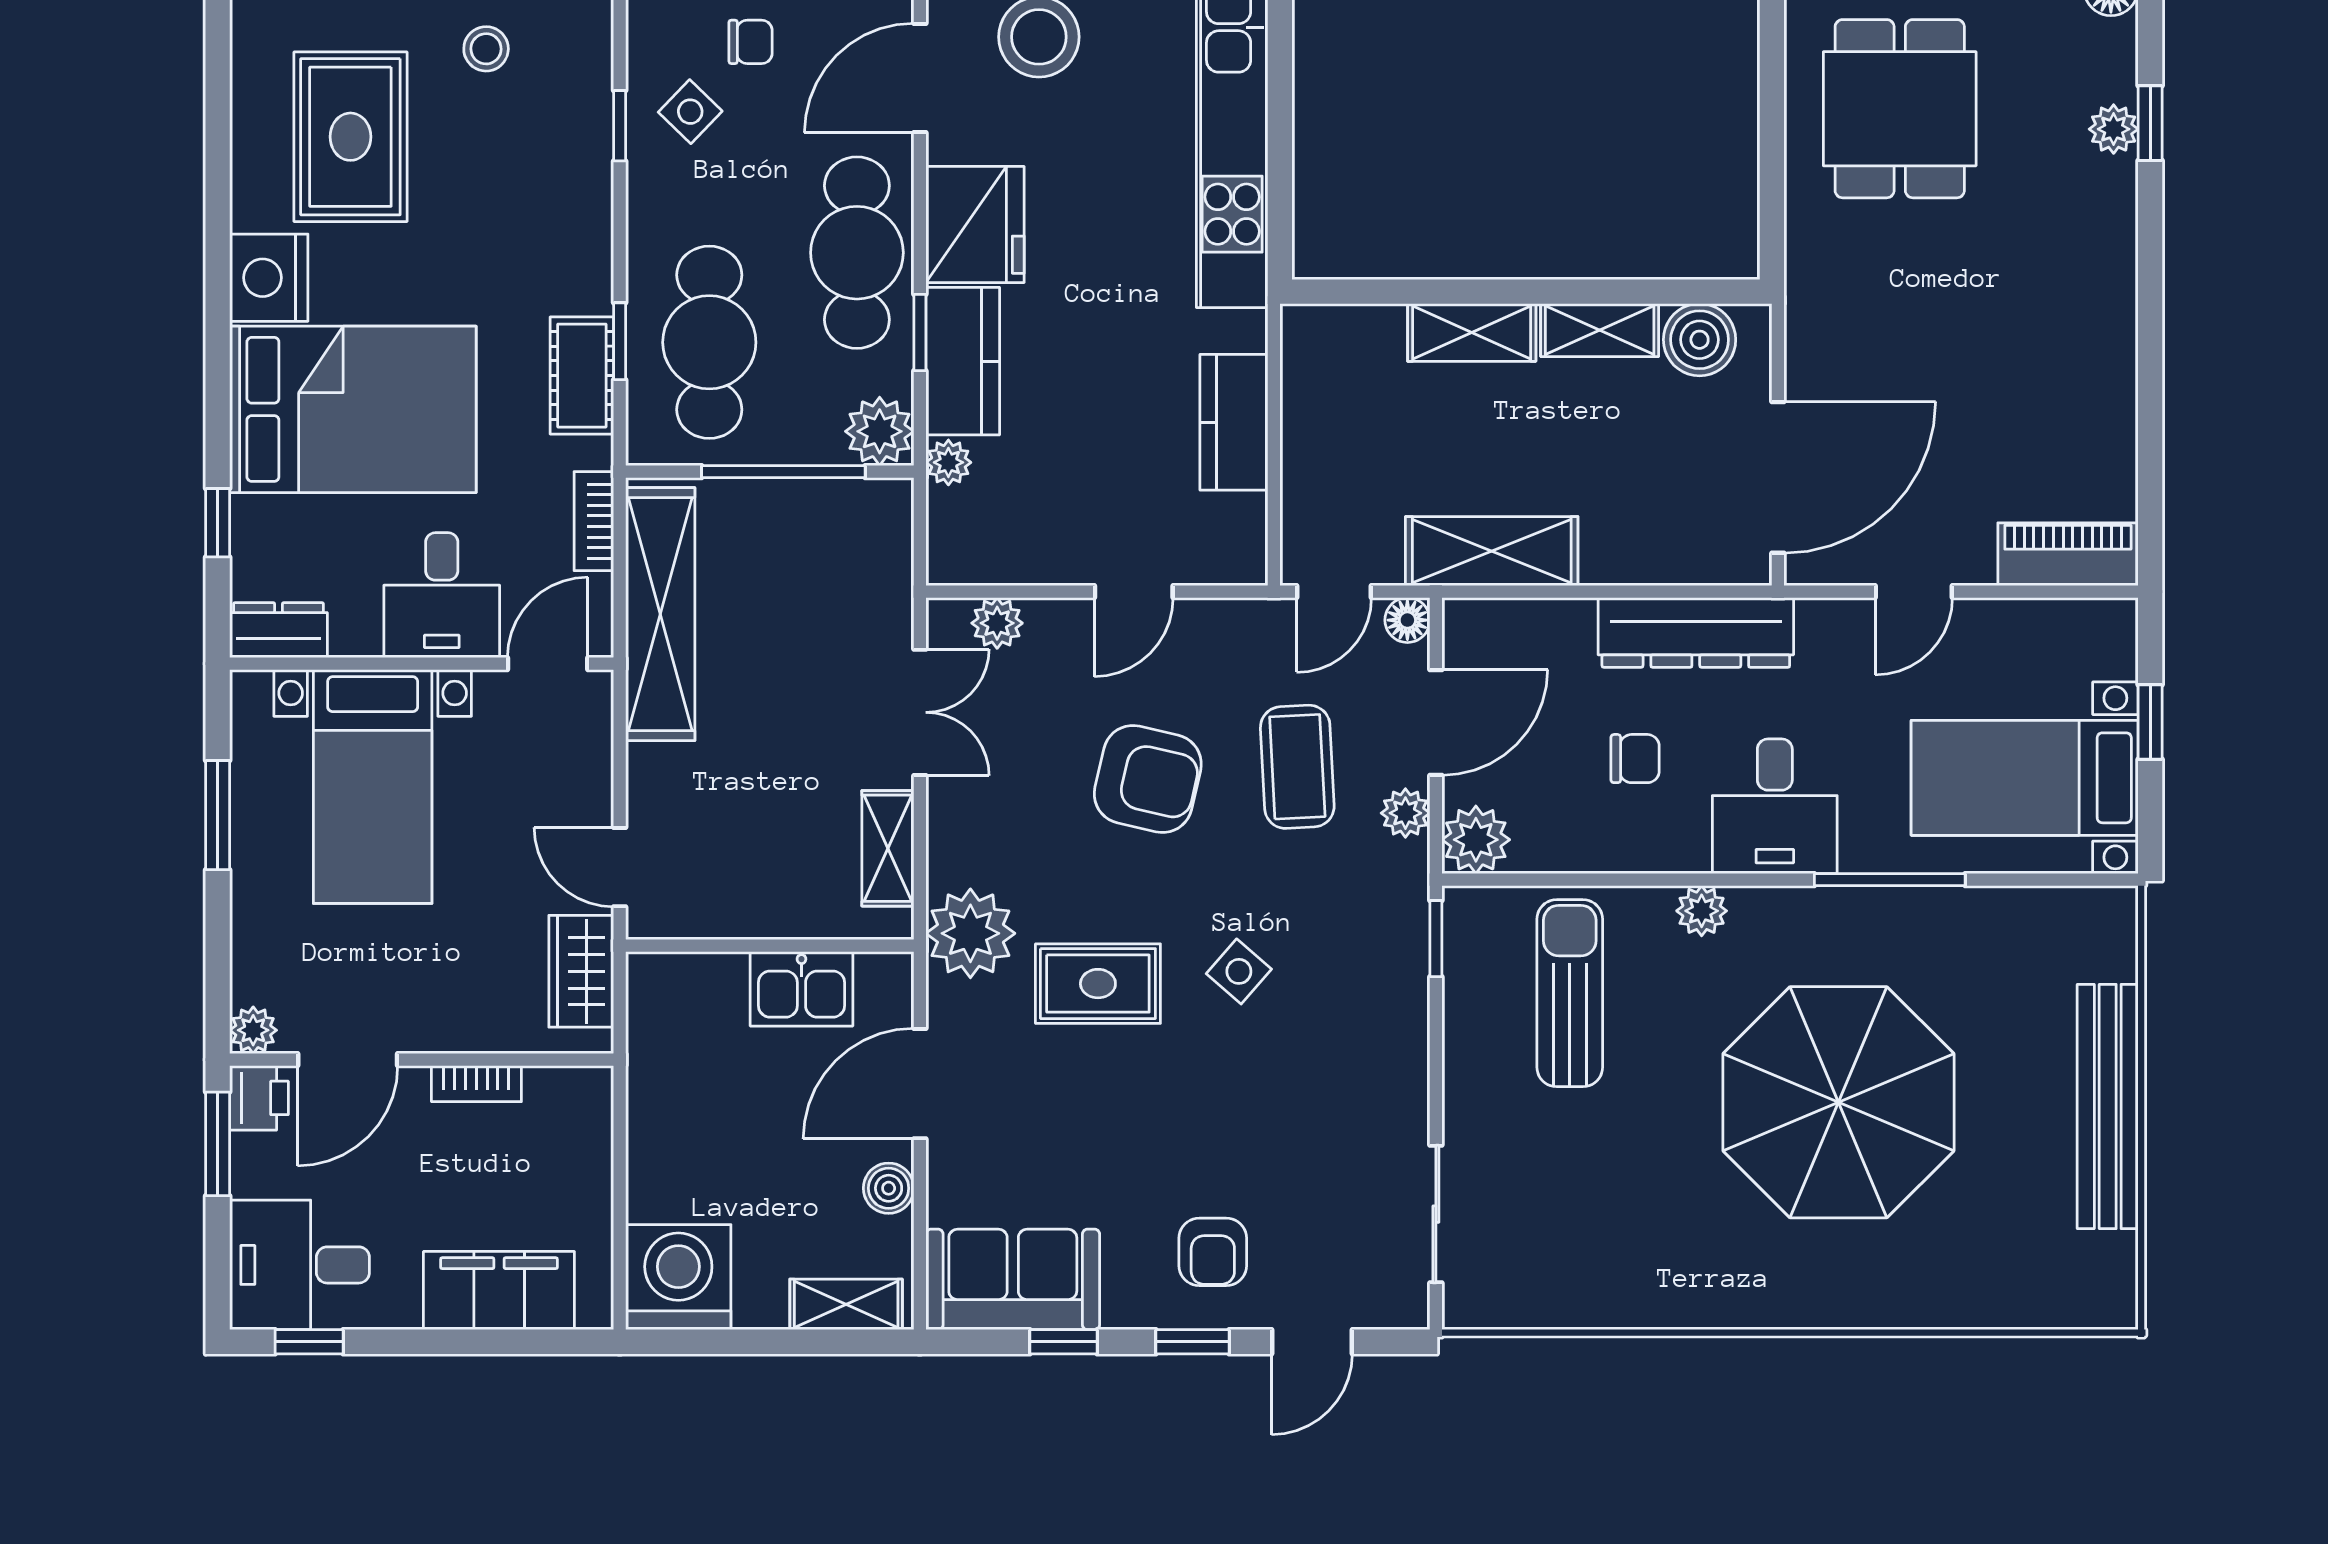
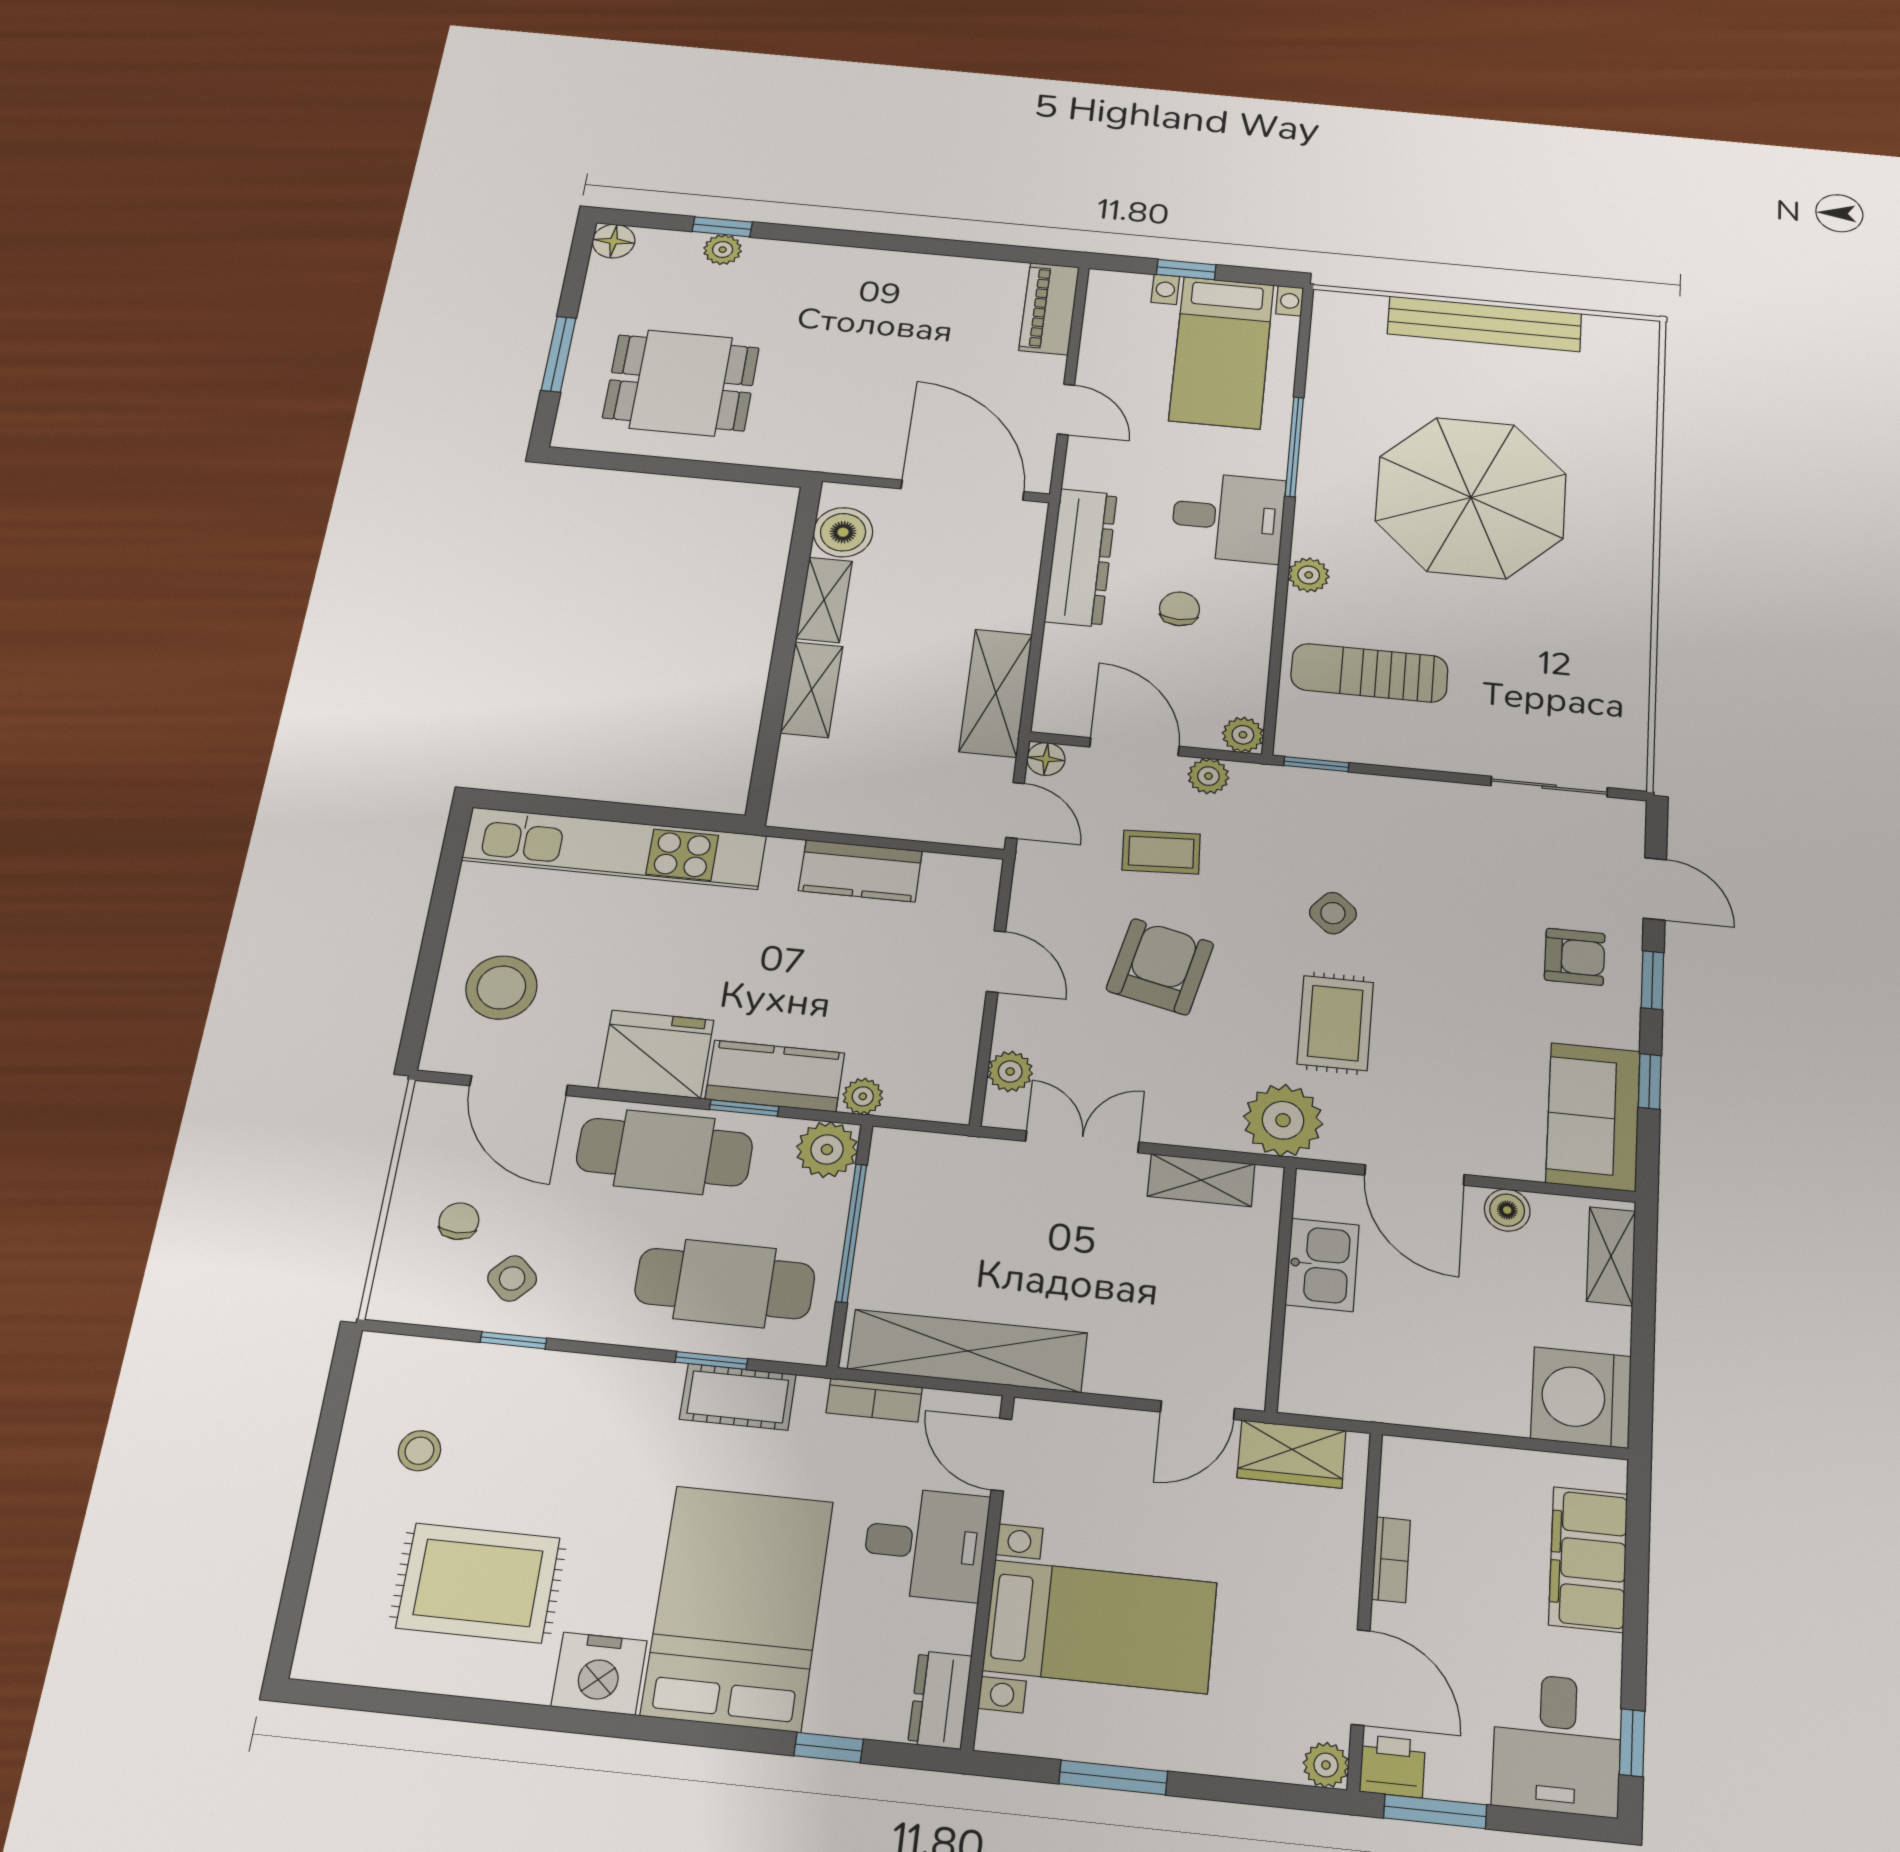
coffee table: (1297, 767) -> (1161, 852), width x0.73, depth x0.77
plant: (1476, 840) -> (1243, 735), width x0.73, depth x0.73

